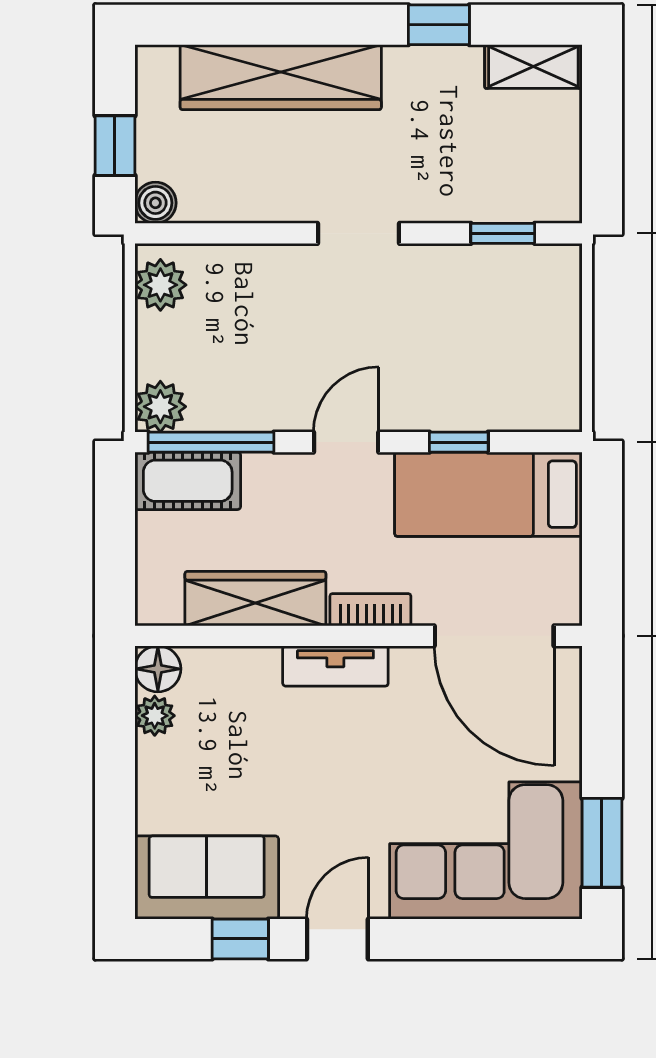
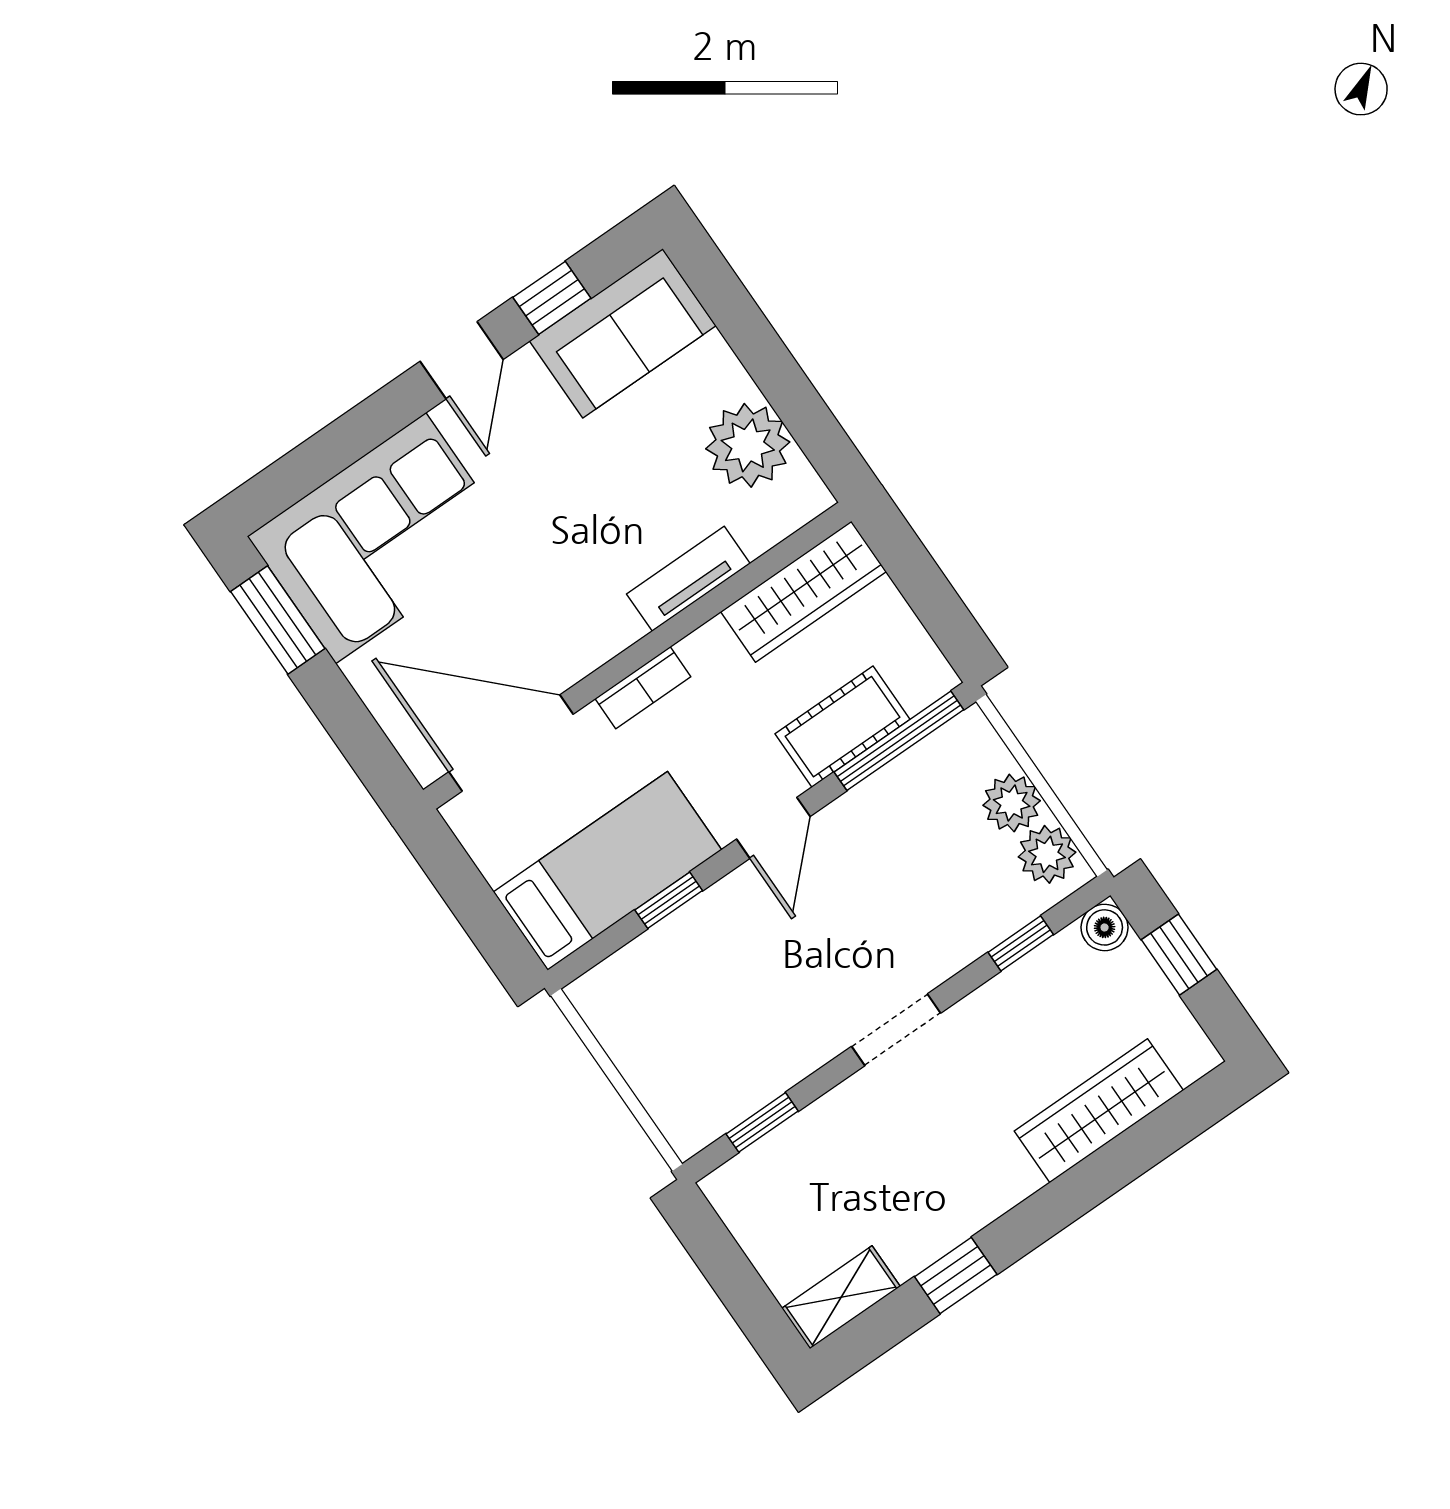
wardrobe: (281, 77) -> (1099, 1111), width x0.71, depth x0.85
window: (224, 233) -> (1021, 943), added
plant: (160, 407) -> (1012, 803), moved
cot: (188, 481) -> (843, 727), moved
wardrobe: (255, 599) -> (803, 592), moved
tv unit: (335, 666) -> (688, 579), moved
floor lamp: (158, 669) -> (802, 496), removed
plant: (155, 716) -> (748, 445), width x1.87, depth x1.87

